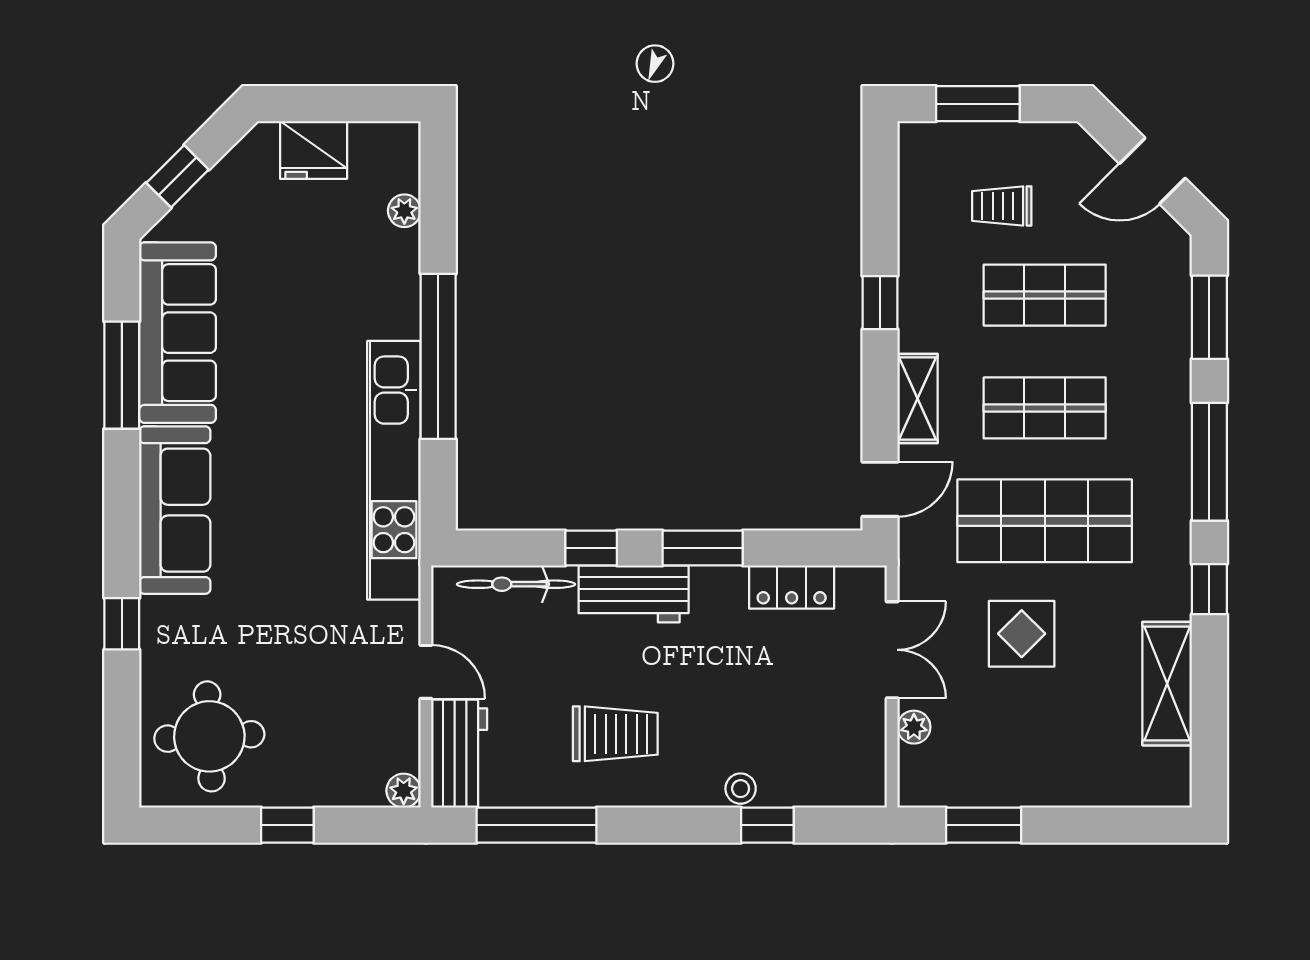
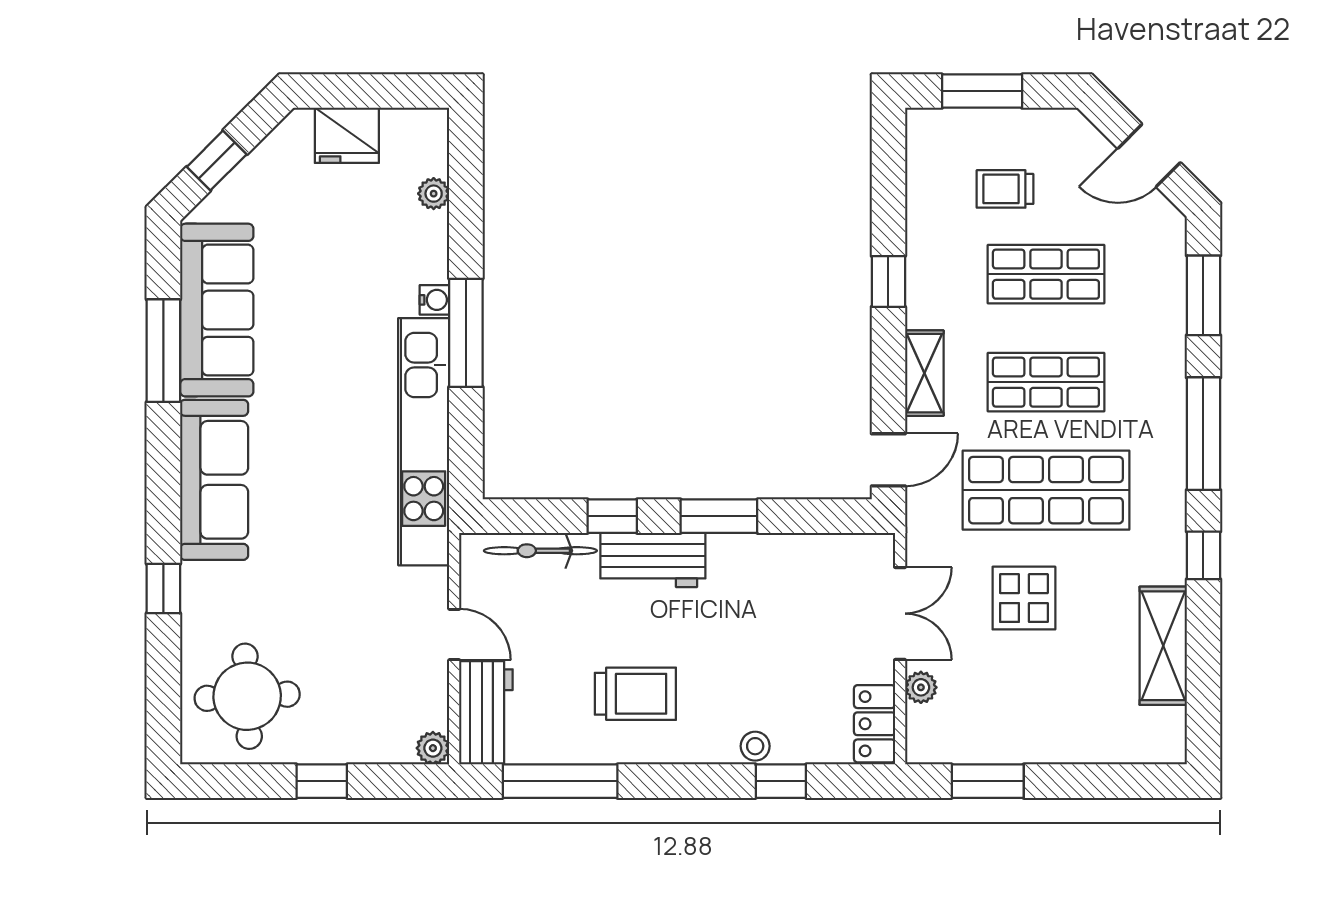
water cooler: (405, 322) -> (434, 300), added
window: (438, 356) -> (466, 333), width x0.68
locker: (792, 587) -> (875, 724), moved, turned 90

